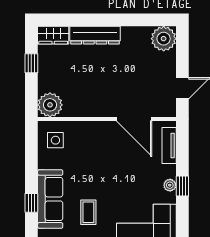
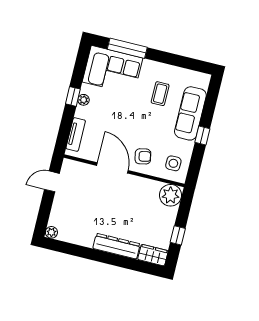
plant: (164, 39) -> (51, 232), width x0.53, depth x0.53
door: (134, 119) -> (112, 168), moved
armchair: (90, 140) -> (143, 156), added
window: (31, 203) -> (202, 135), moved

